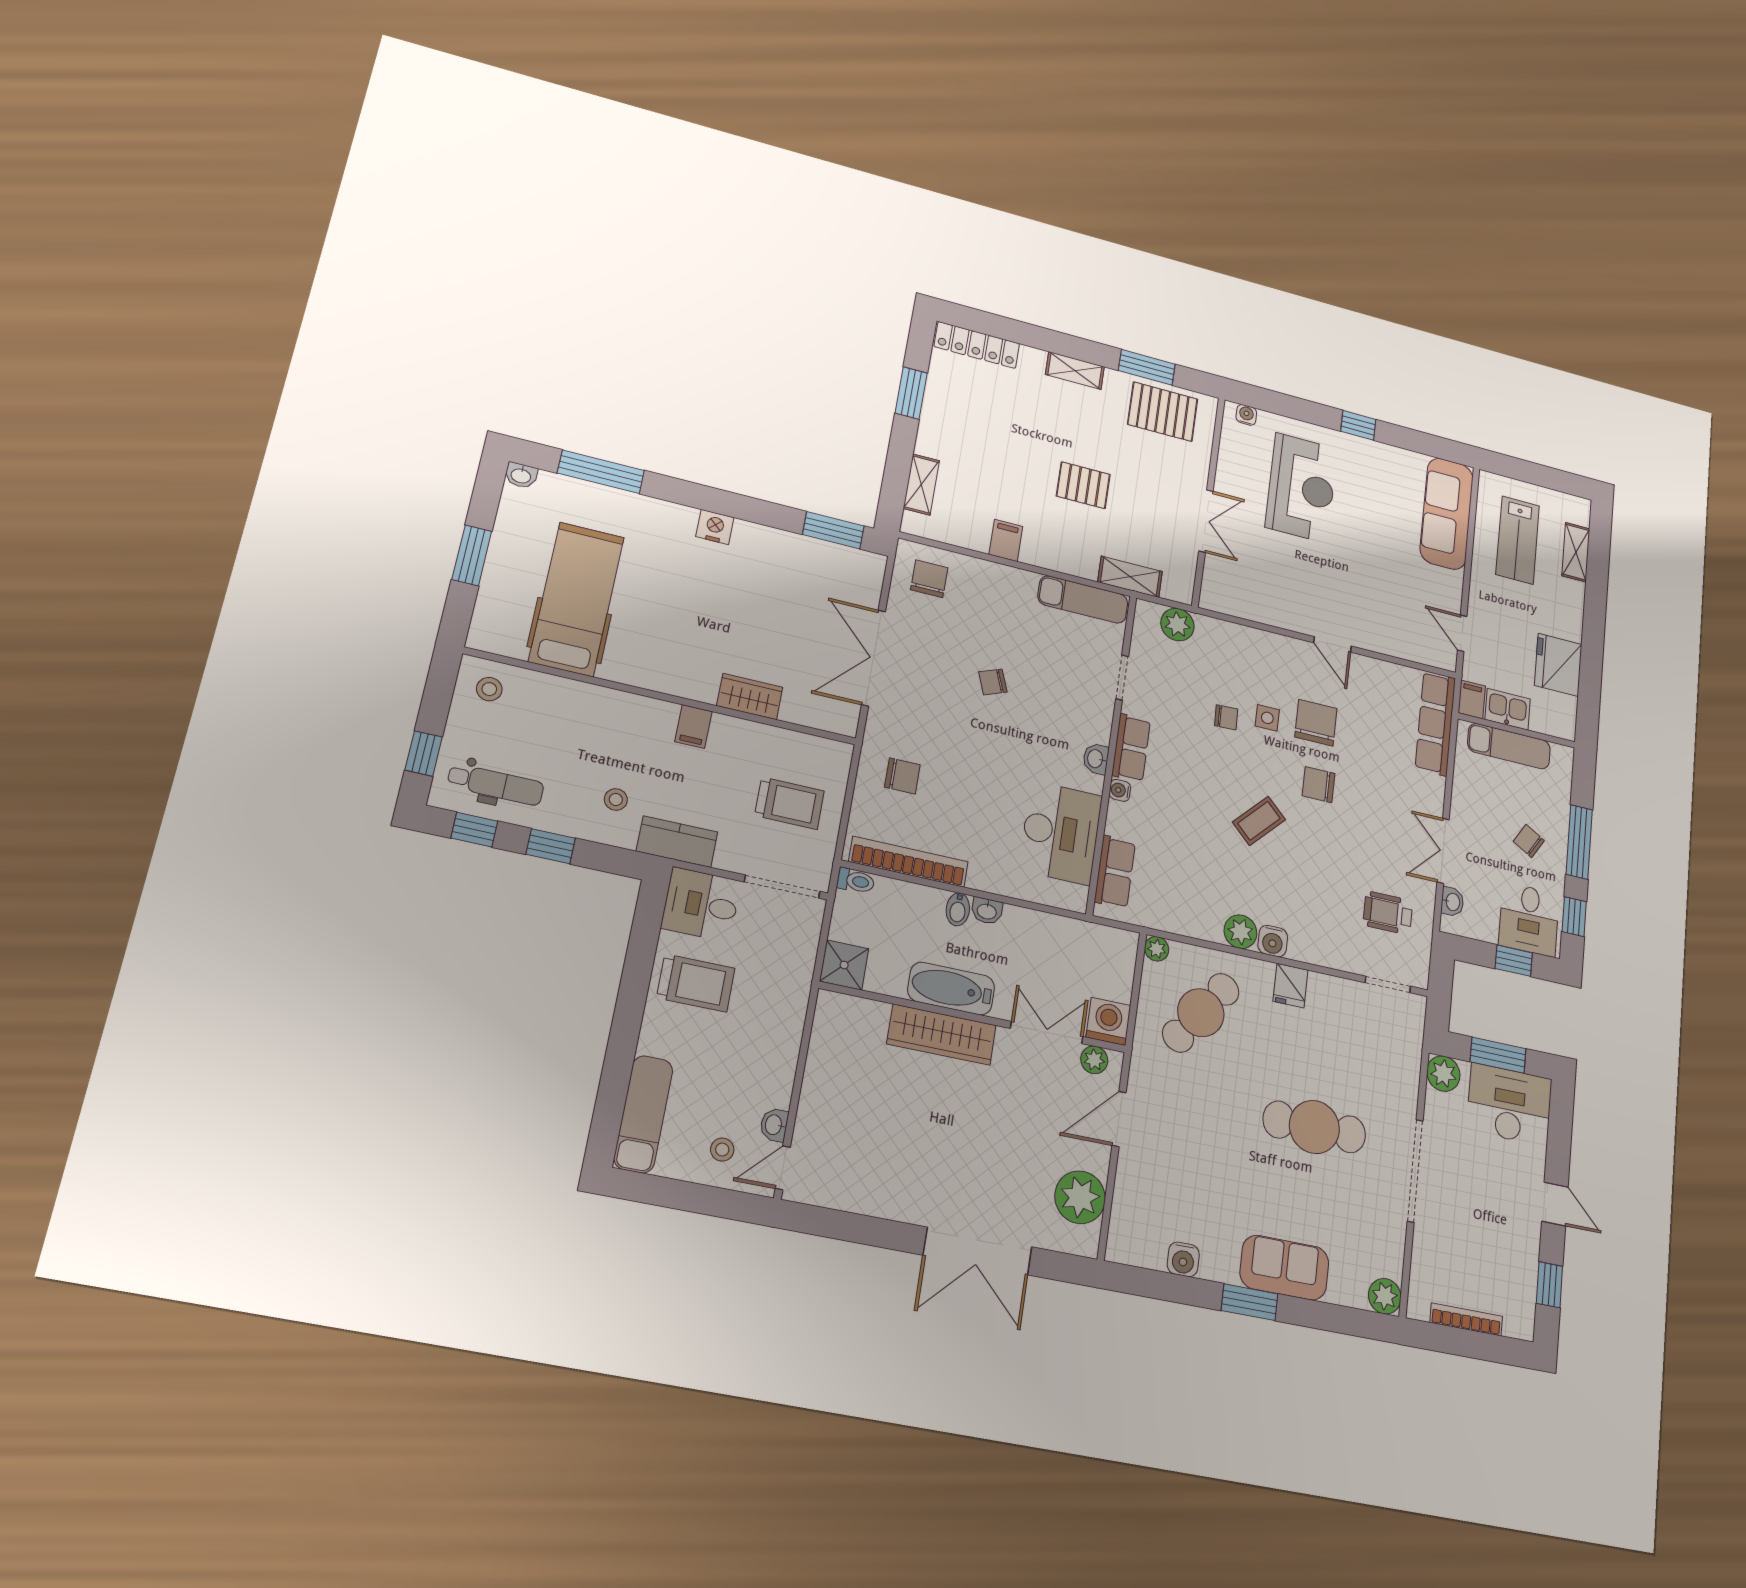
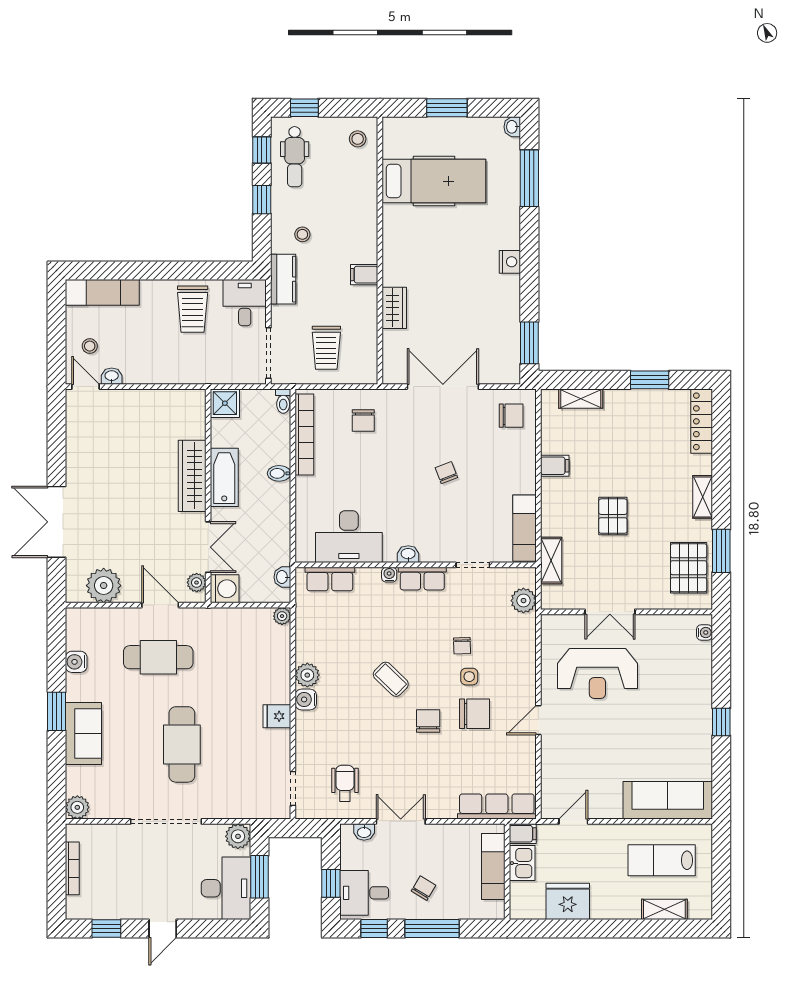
reception desk: (1301, 488) -> (597, 673), moved
washbasin: (987, 911) -> (282, 577), moved
cafe table: (1201, 1013) -> (158, 657), moved, turned -36

